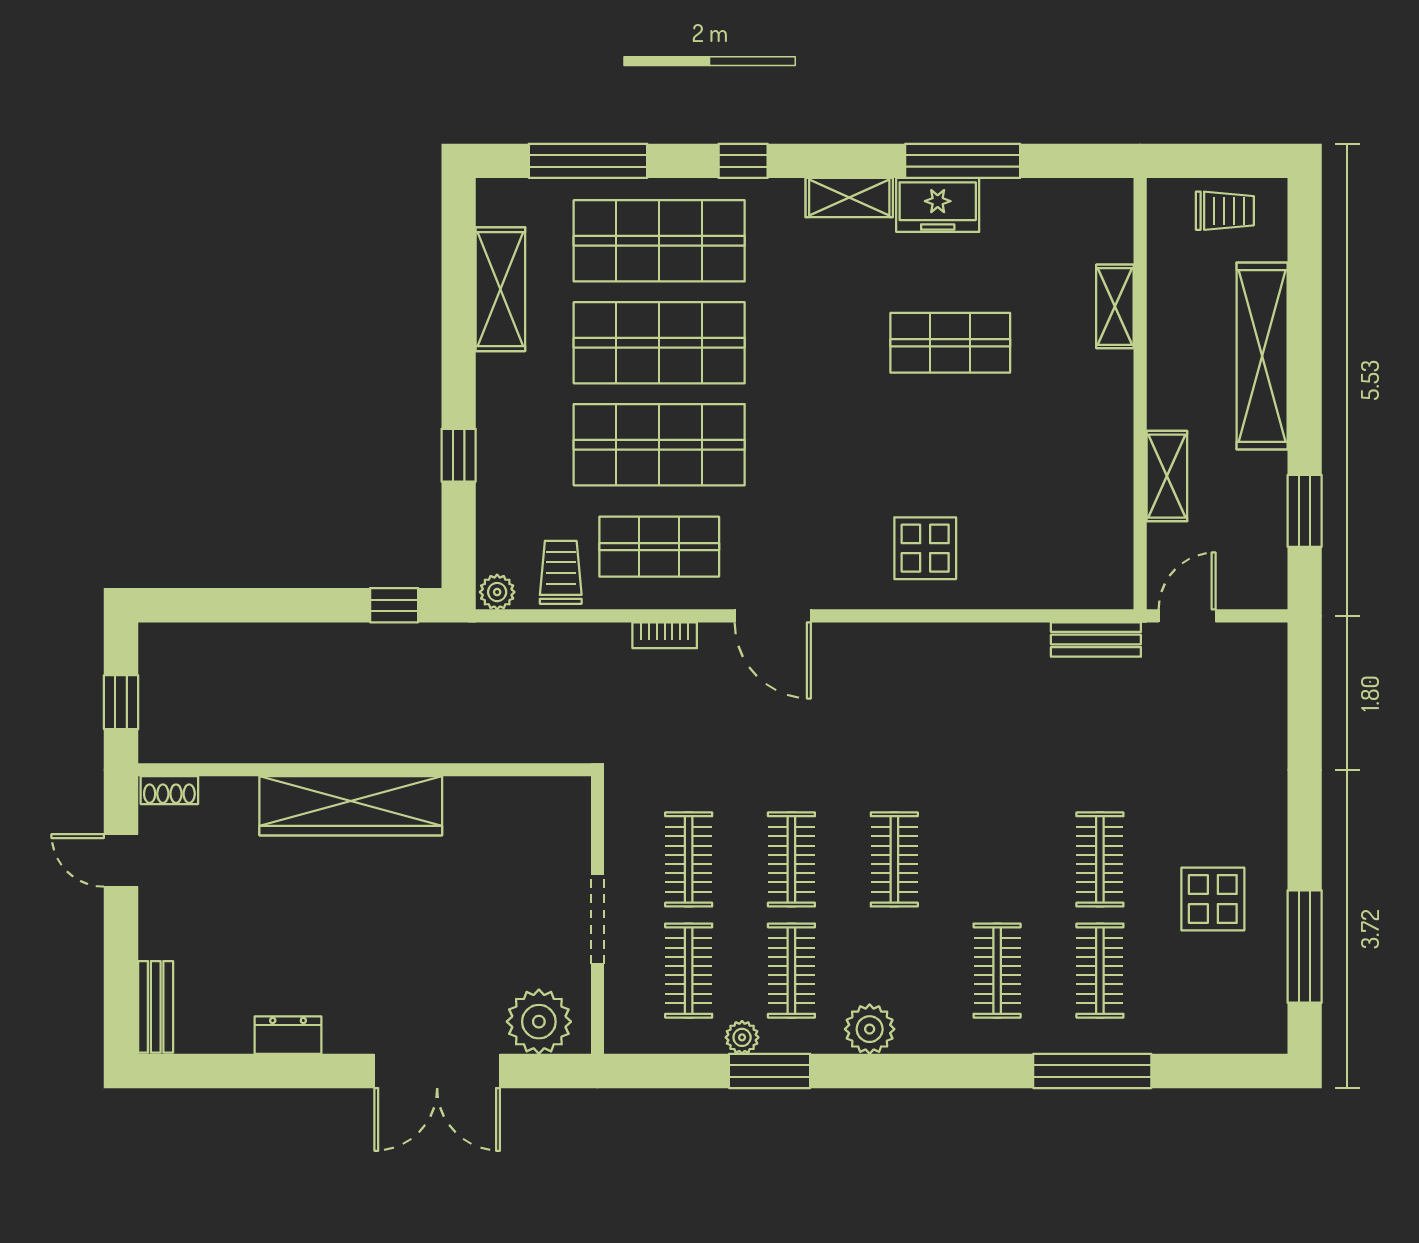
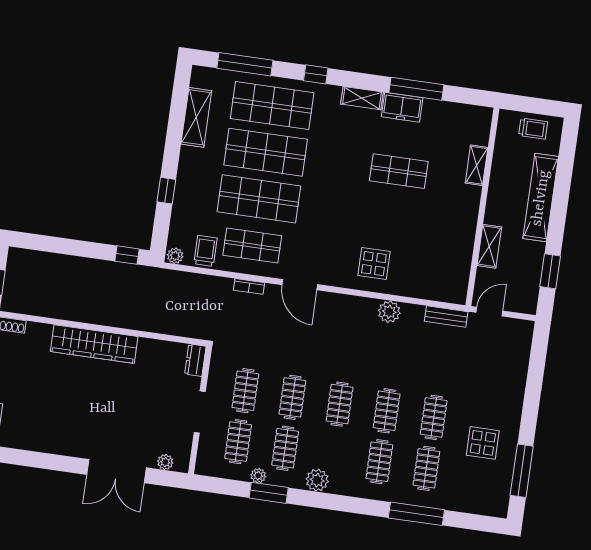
plant: (973, 647) -> (389, 312), added
clothes rail: (997, 859) -> (387, 411), added
plant: (539, 1022) -> (165, 462), width x0.53, depth x0.53
dresser: (288, 1035) -> (195, 360), moved, turned -90

